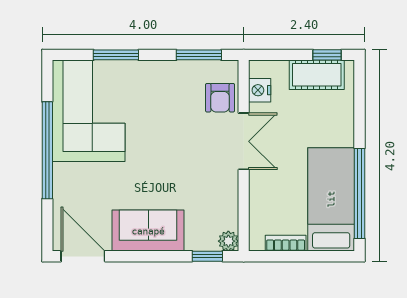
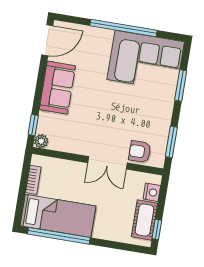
nightstand: (260, 90) -> (152, 192), moved, turned 90

